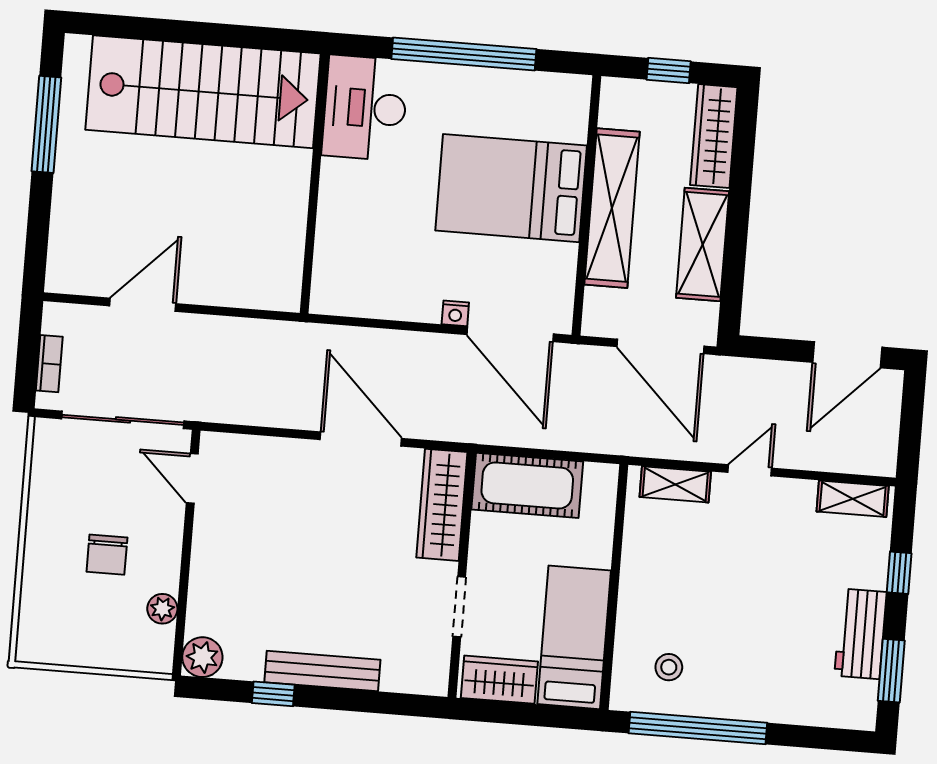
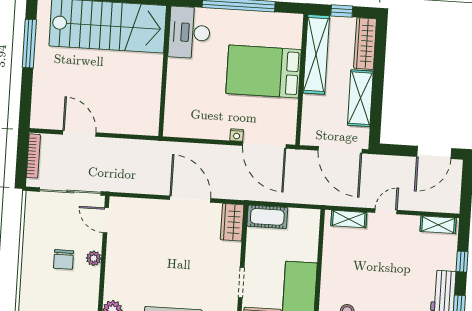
shelving: (612, 208) -> (316, 54), moved
door: (143, 305) -> (79, 133), hinge flipped
bookcase: (49, 364) -> (33, 156), width x1.56
cot: (527, 485) -> (267, 217), width x0.73, depth x0.75
wardrobe: (442, 505) -> (232, 222), width x0.67
plant: (162, 609) -> (94, 258), moved

